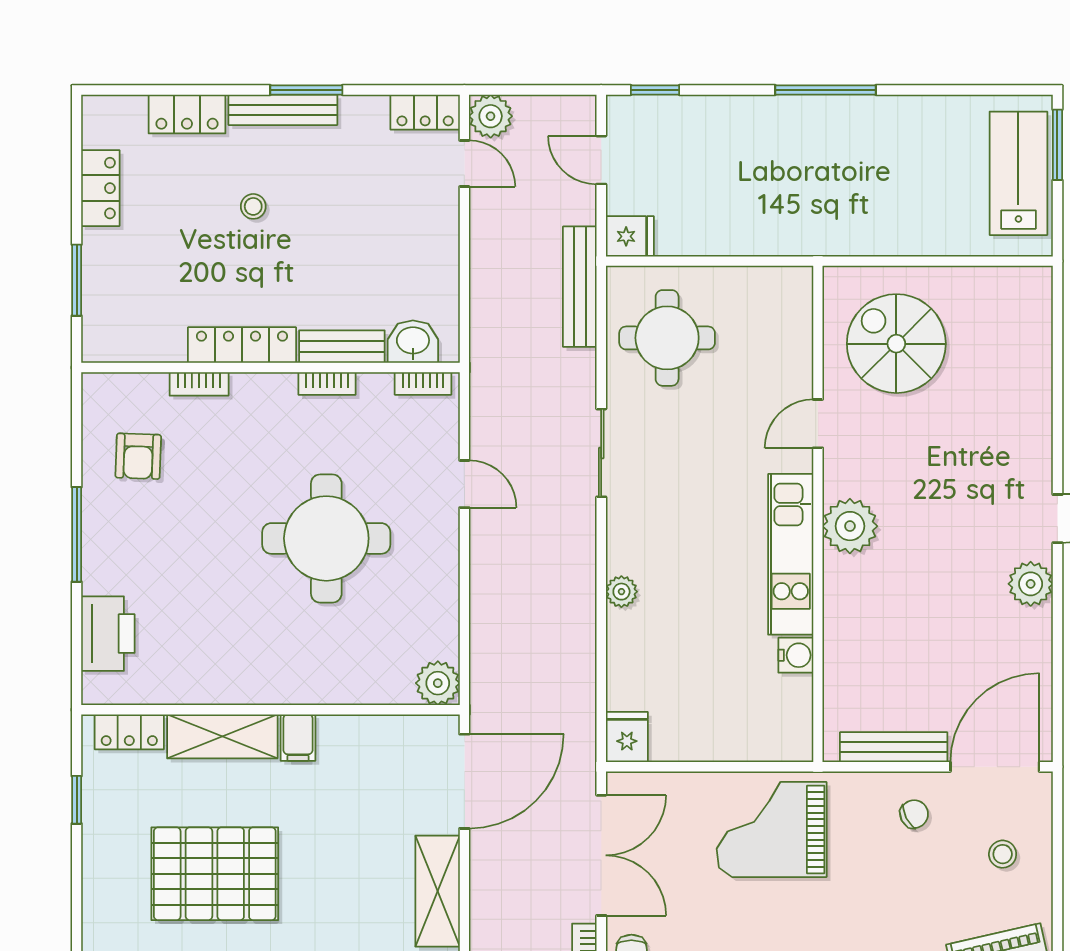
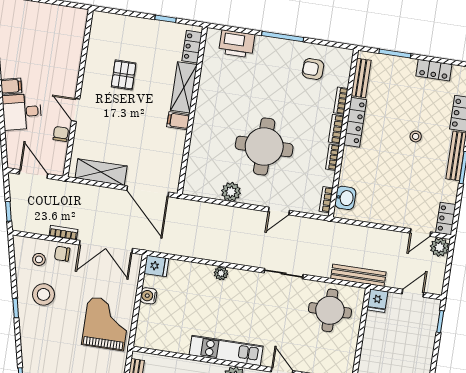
bench: (342, 347) -> (361, 78), moved
bookcase: (263, 385) -> (336, 129), added
water cooler: (796, 655) -> (148, 296), moved, turned 90
plant: (438, 683) -> (231, 192), moved
pallet: (215, 874) -> (124, 75), width x0.49, depth x0.50

